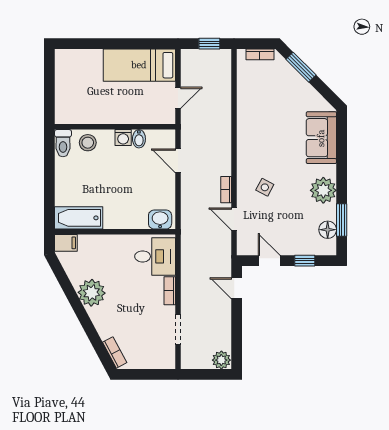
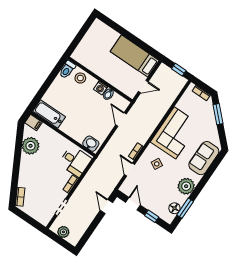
corner sofa: (261, 130) -> (175, 133), added
plant: (92, 293) -> (31, 146), moved
plant: (221, 360) -> (63, 232), moved

